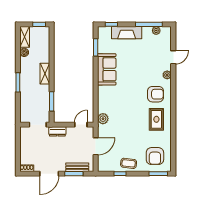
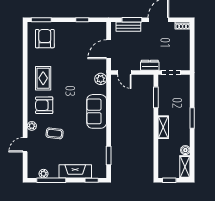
sofa: (107, 69) -> (97, 111), moved
door: (81, 125) -> (124, 73), hinge flipped
coffee table: (129, 163) -> (55, 133), moved

